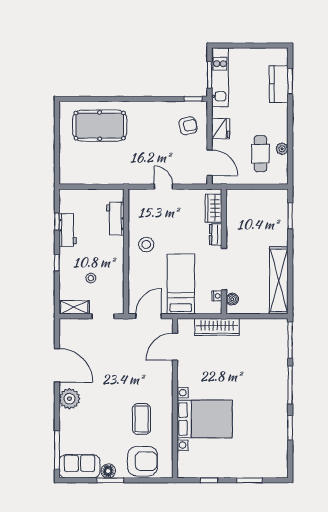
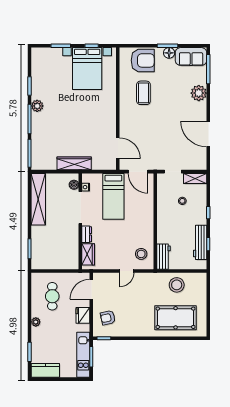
kitchen counter: (279, 84) -> (45, 370), moved, turned -90
plant: (282, 149) -> (36, 322), moved
door: (210, 163) -> (91, 289), hinge flipped
stool: (98, 168) -> (177, 285), added
door: (163, 187) -> (127, 271), hinge flipped
workbench: (115, 219) -> (164, 257), moved
workbench: (68, 230) -> (200, 242), width x1.37
stool: (146, 244) -> (141, 254), moved
door: (149, 316) -> (138, 172), hinge flipped
wardrobe: (217, 327) -> (74, 163), moved
door: (175, 347) -> (118, 148), hinge flipped
plant: (69, 399) -> (199, 93), moved
plant: (280, 402) -> (37, 106), added
bed with nightstands: (205, 419) -> (87, 69), moved, turned -90
armchair: (143, 461) -> (143, 60), turned 180

